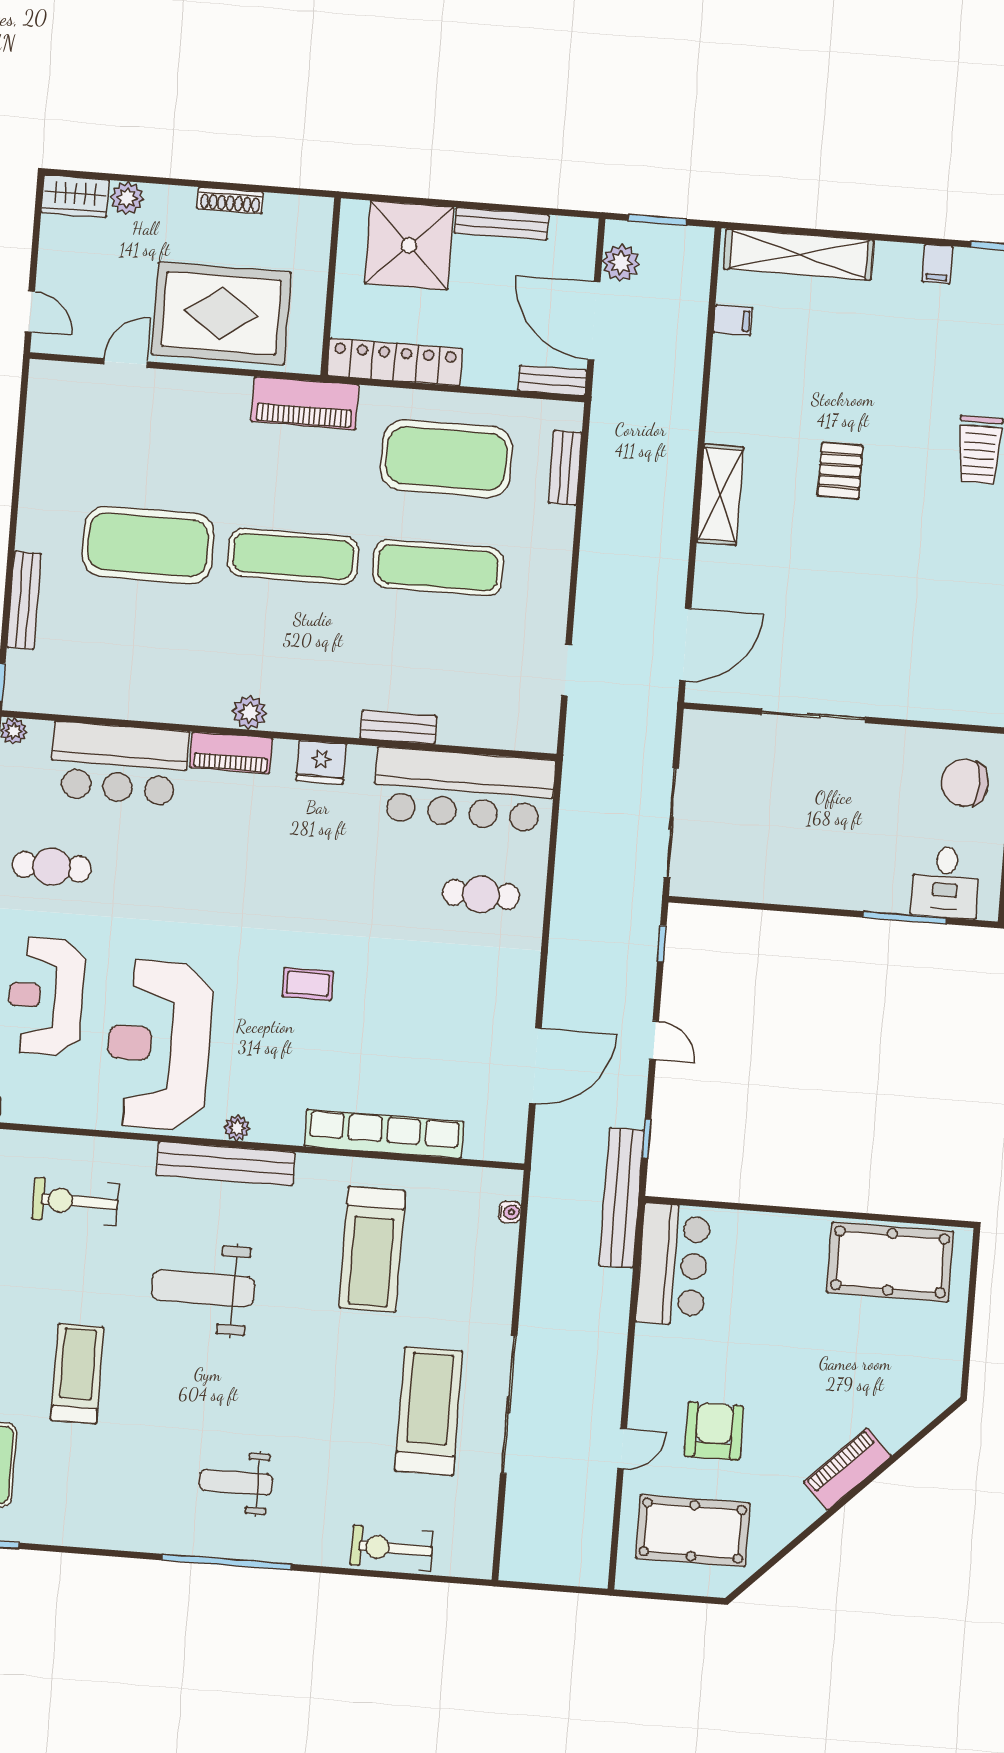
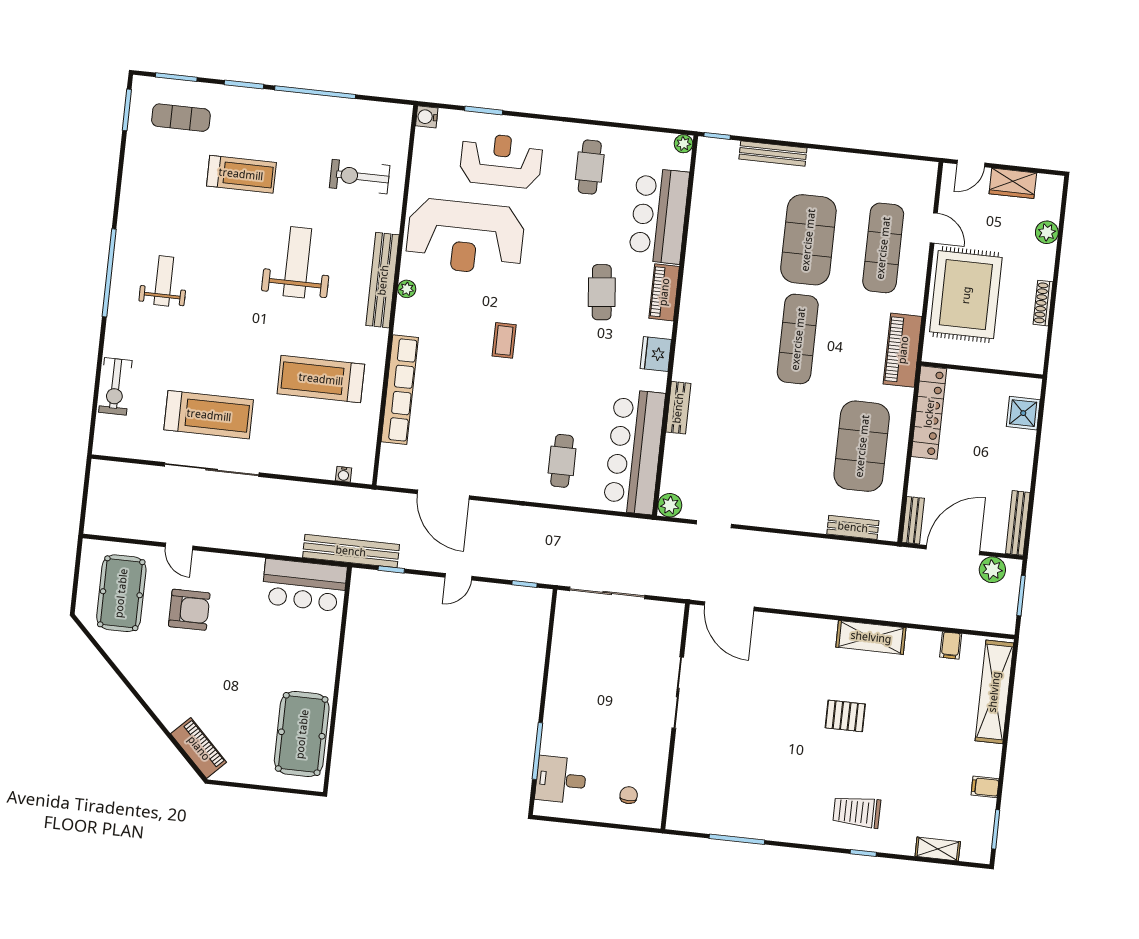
wardrobe: (75, 196) -> (1013, 183), moved, turned -90
bench: (502, 224) -> (1018, 523), moved
shower: (409, 245) -> (1023, 413), width x0.54, depth x0.54
shelving: (720, 495) -> (871, 637), moved
exercise mat: (438, 568) -> (883, 248), moved
plant: (249, 712) -> (670, 505), moved
chair: (965, 783) -> (629, 795), width x0.54, depth x0.54
cafe table: (233, 844) -> (602, 292), added
reception desk: (159, 1045) -> (465, 237), turned 180
exercise bike: (75, 1201) -> (360, 177), turned -90
piano: (847, 1469) -> (199, 748), moved
exercise bike: (392, 1548) -> (115, 386), turned 180

